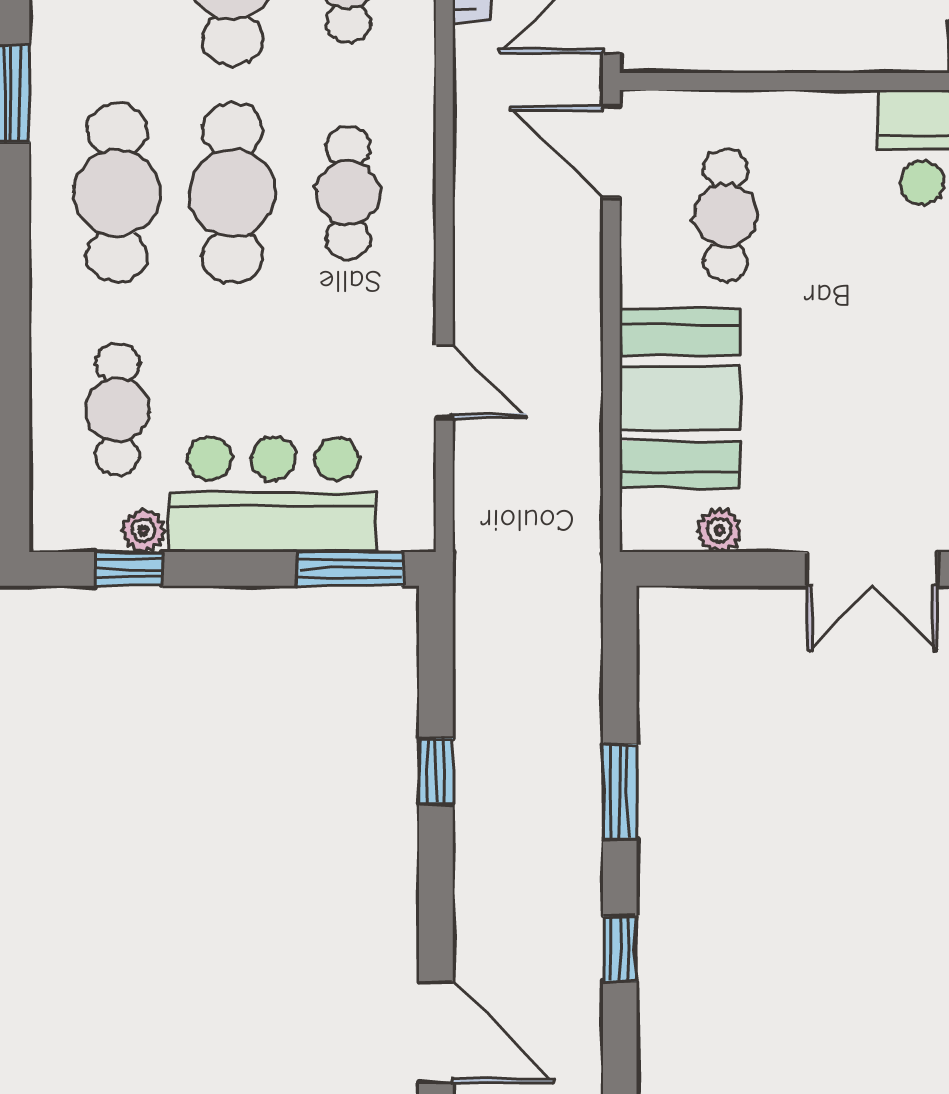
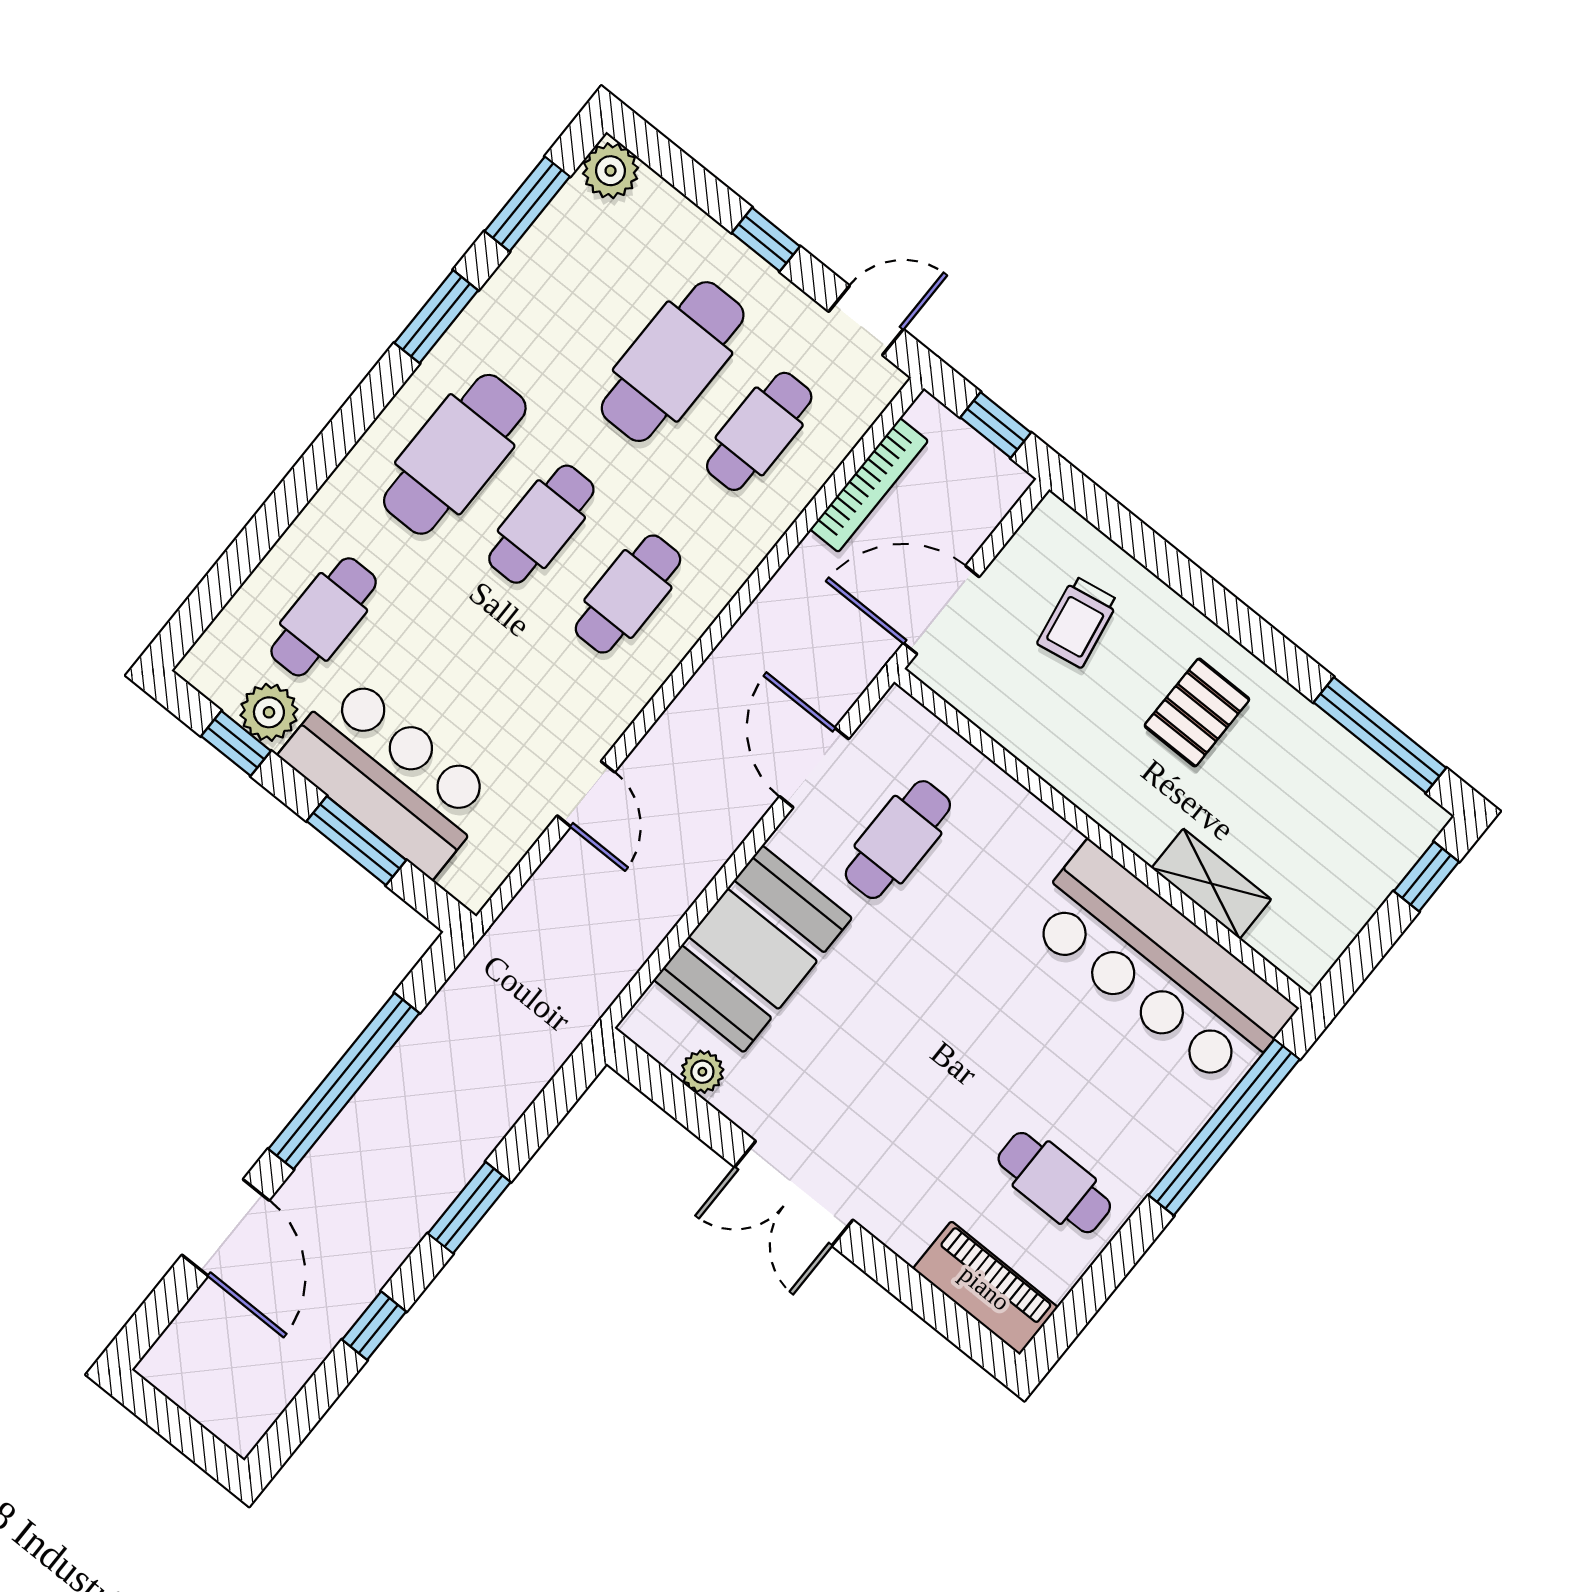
door: (611, 152) -> (814, 768), moved
cafe table: (233, 193) -> (541, 524), width x0.73, depth x0.74
plant: (143, 530) -> (269, 712), width x1.38, depth x1.38
window: (350, 569) -> (356, 841), moved
window: (436, 771) -> (344, 1081), width x3.17
door: (436, 1032) -> (226, 1228), moved

